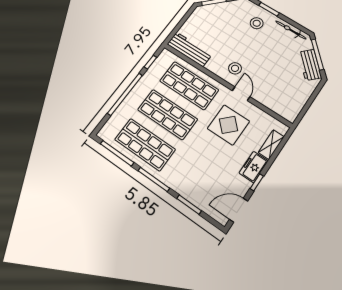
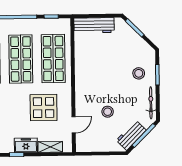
workbench: (189, 49) -> (94, 25), moved, turned 90
stool: (235, 68) -> (108, 112), moved
door: (241, 94) -> (74, 125), moved

